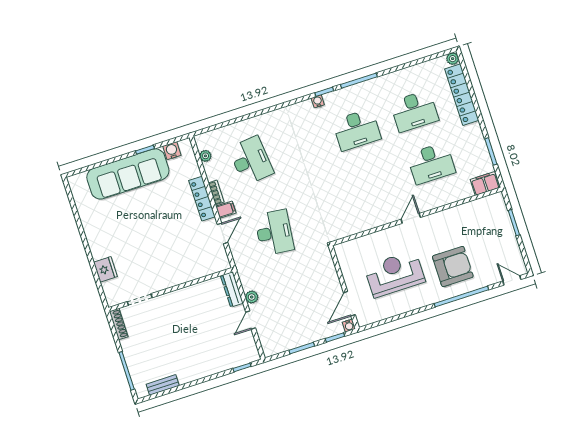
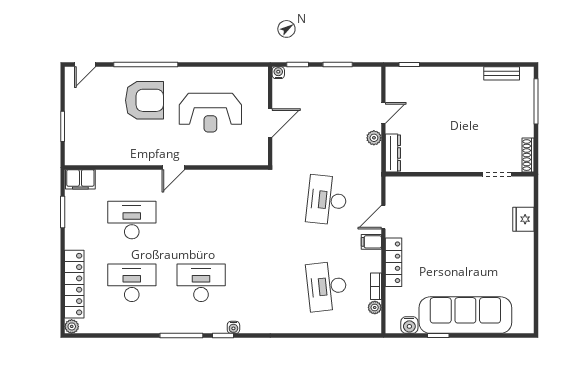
bookcase: (216, 192) -> (376, 286), moved
armchair: (453, 266) -> (144, 100), turned 180
door: (512, 280) -> (85, 65), hinge flipped
door: (349, 304) -> (270, 123), moved

